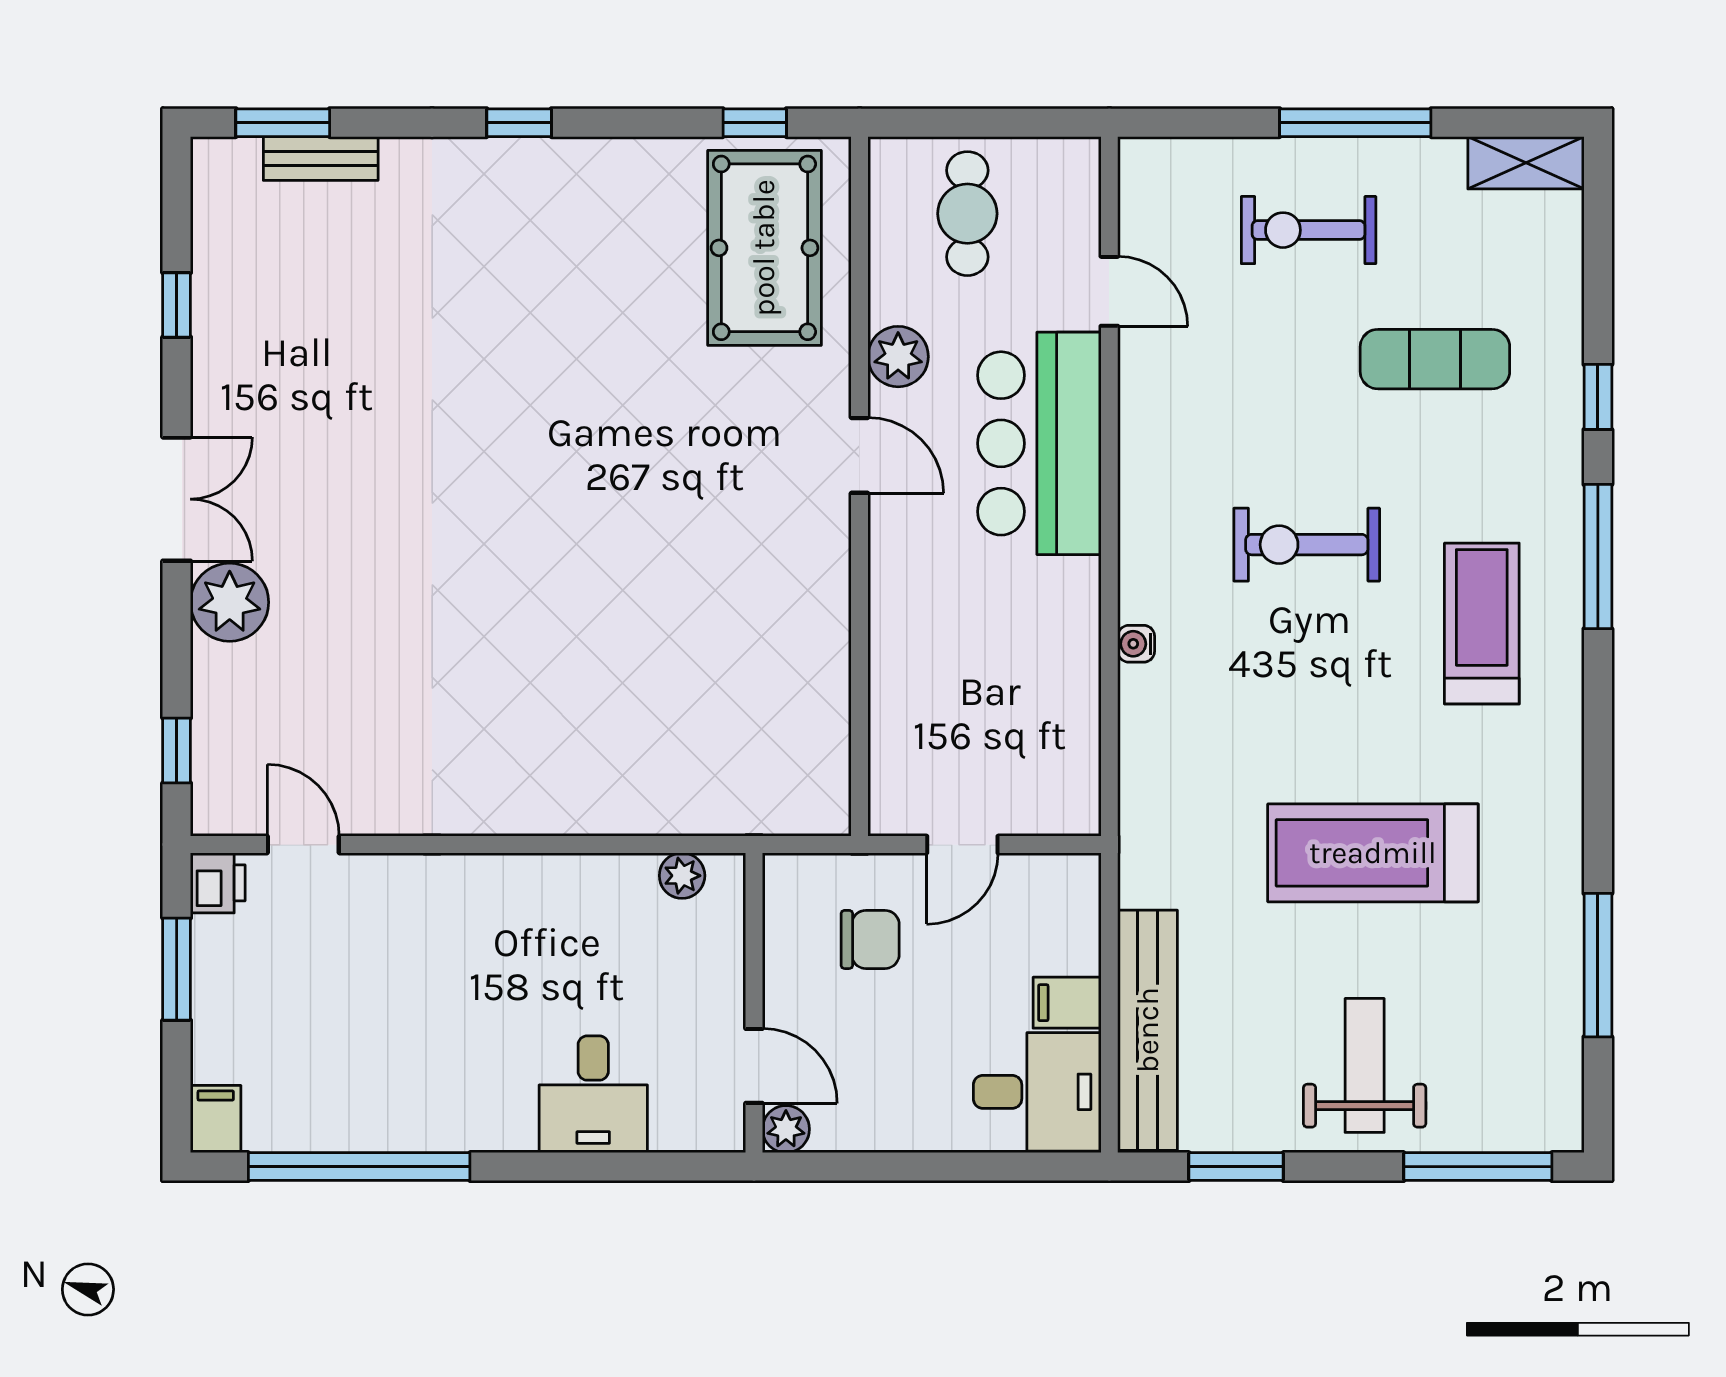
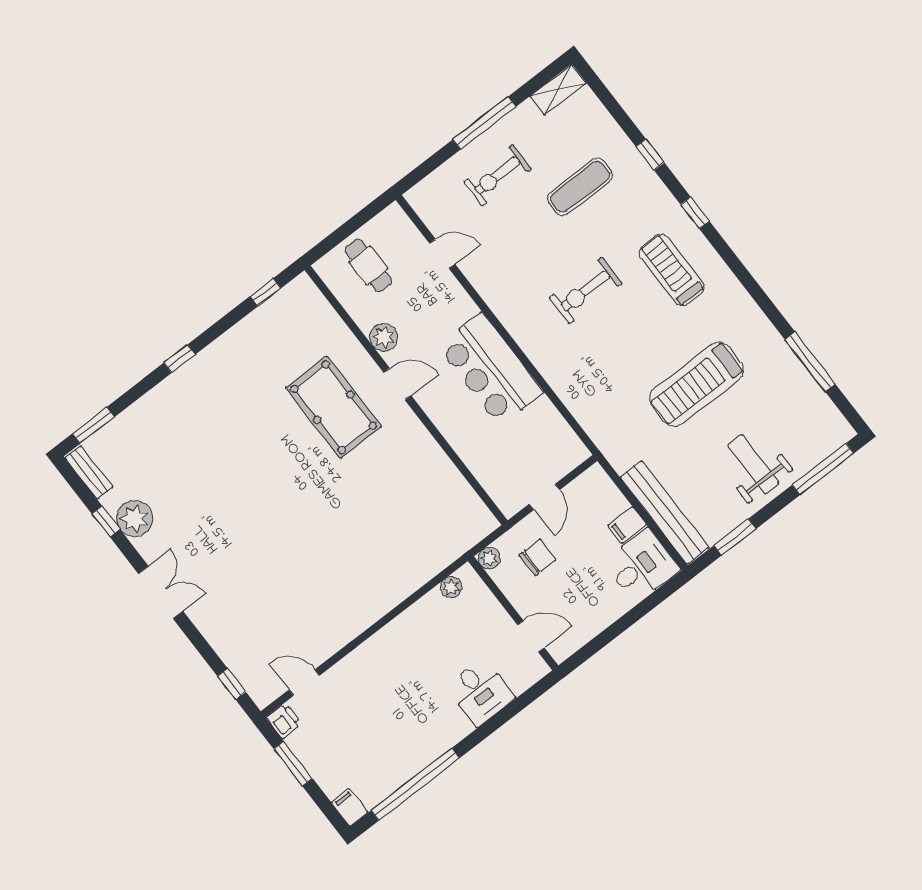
bench: (321, 159) -> (89, 472), moved, turned 90
pool table: (764, 248) -> (334, 407), moved
bar counter: (1039, 443) -> (491, 369), moved
window: (1598, 557) -> (695, 213), width x0.46
plant: (230, 602) -> (135, 519), moved
water cooler: (1136, 644) -> (551, 375), removed
plant: (786, 1129) -> (489, 558), moved

